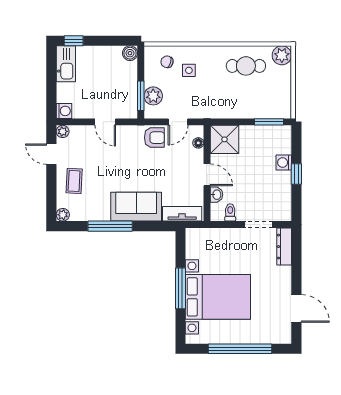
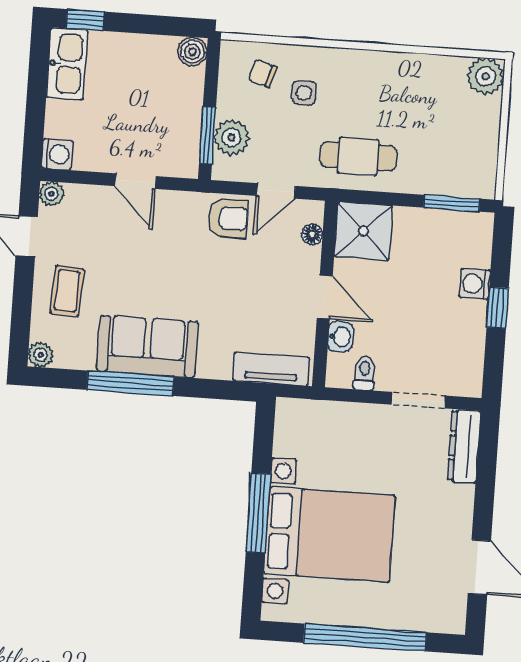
cafe table: (246, 66) -> (358, 156), moved
sofa: (136, 207) -> (147, 346), moved

